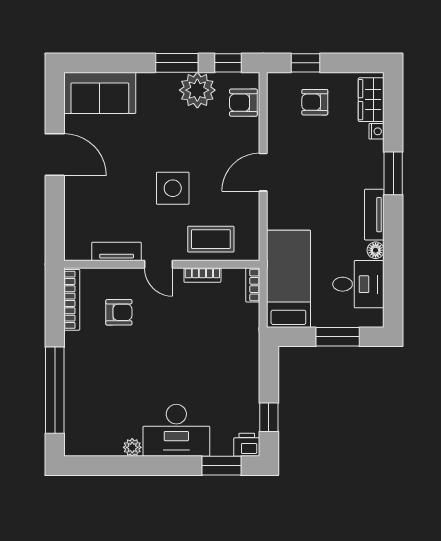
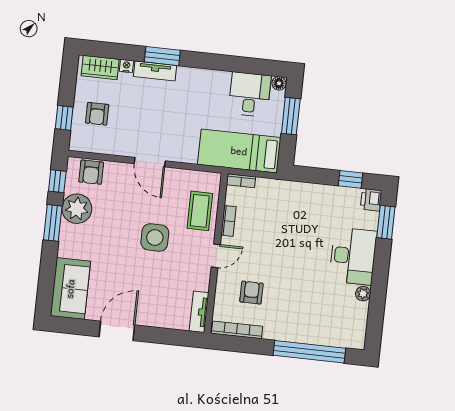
tv unit: (374, 215) -> (155, 71), moved
floor lamp: (376, 250) -> (279, 83), moved
tv unit: (117, 251) -> (199, 312), moved

